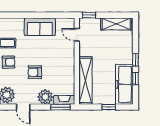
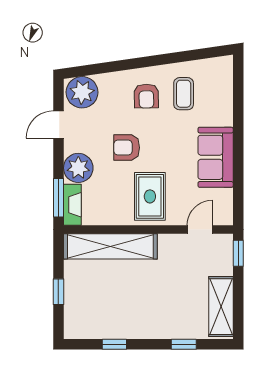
rug: (60, 60) -> (150, 196), added
window: (136, 60) -> (184, 344), moved
armchair: (35, 72) -> (127, 148), turned -90
freezer: (124, 84) -> (103, 322), removed

